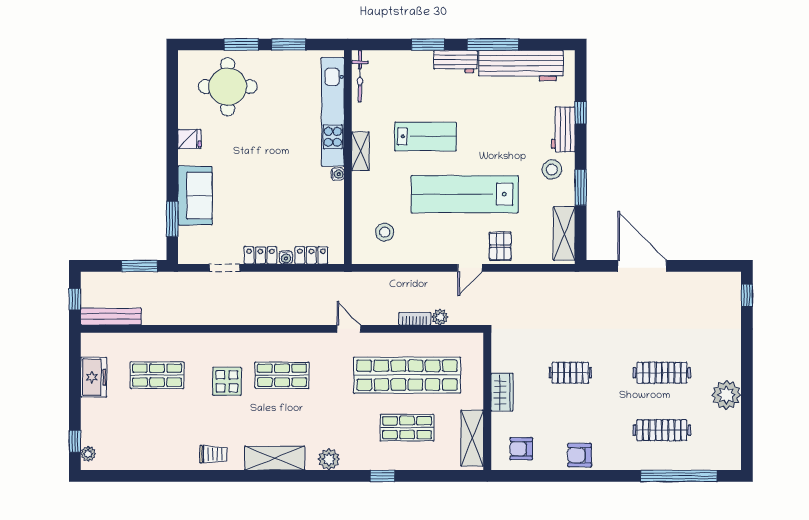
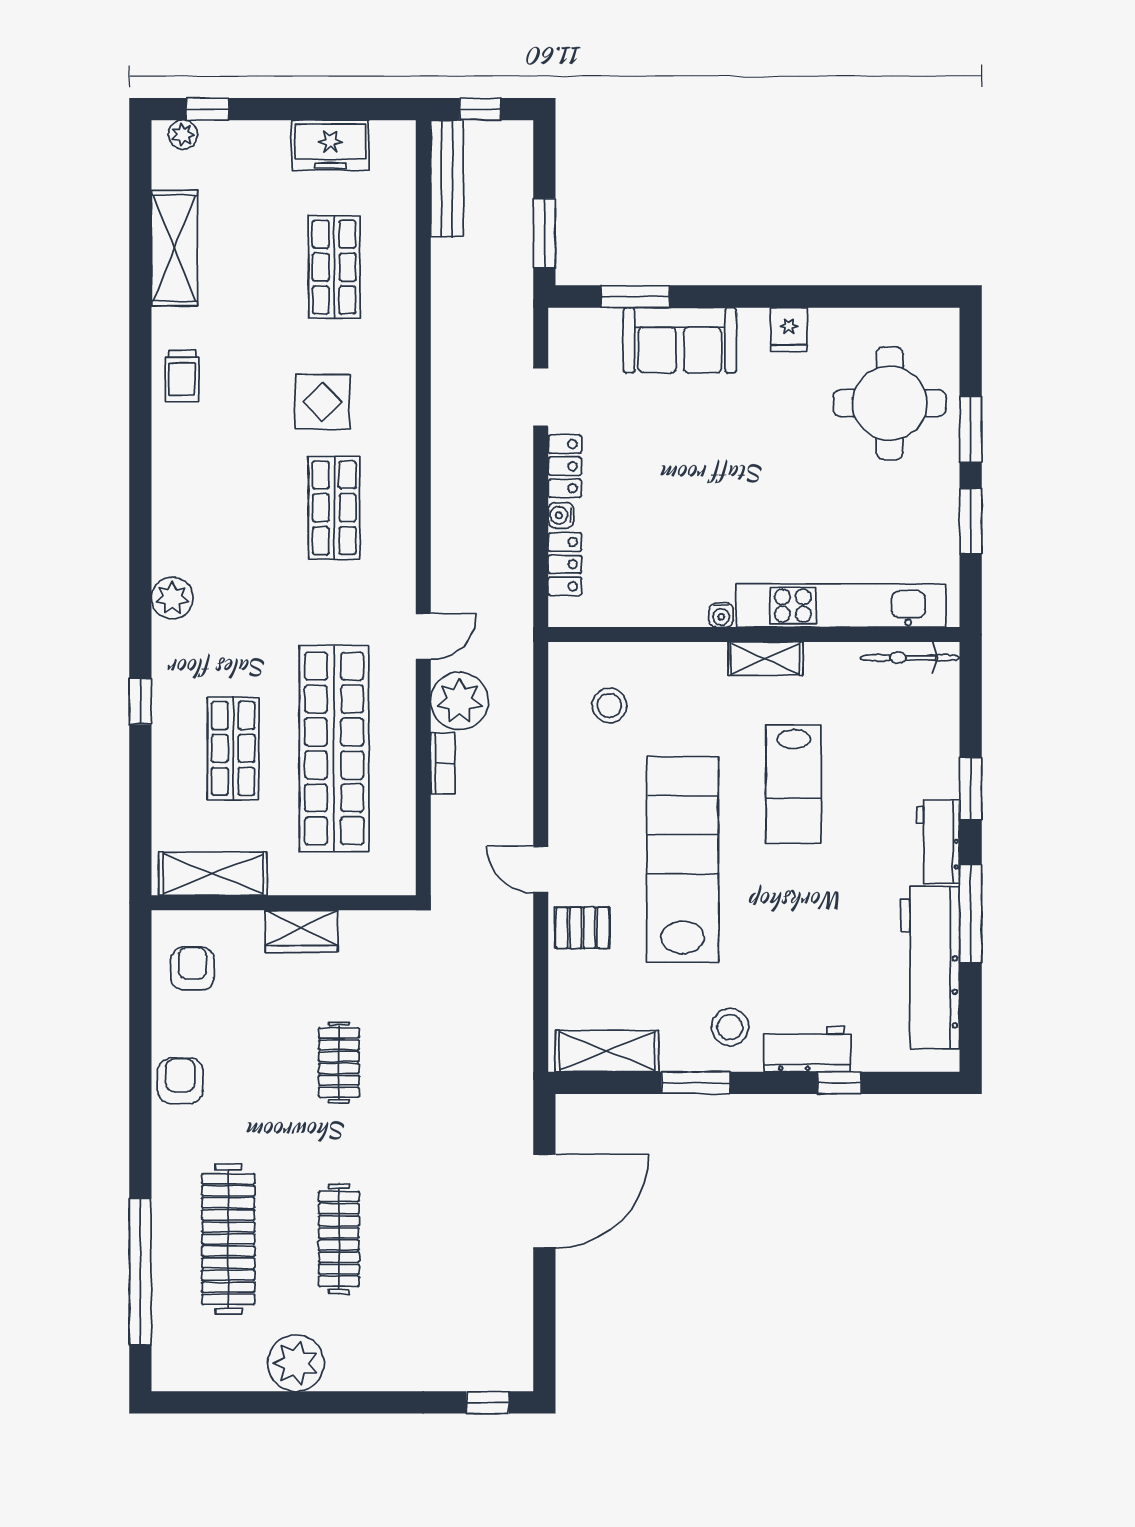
plant: (440, 317) -> (459, 701), moved, width x1.88, depth x1.88
clothes rail: (662, 430) -> (228, 1239), width x1.37, depth x1.31
shelving: (275, 458) -> (174, 248), moved

